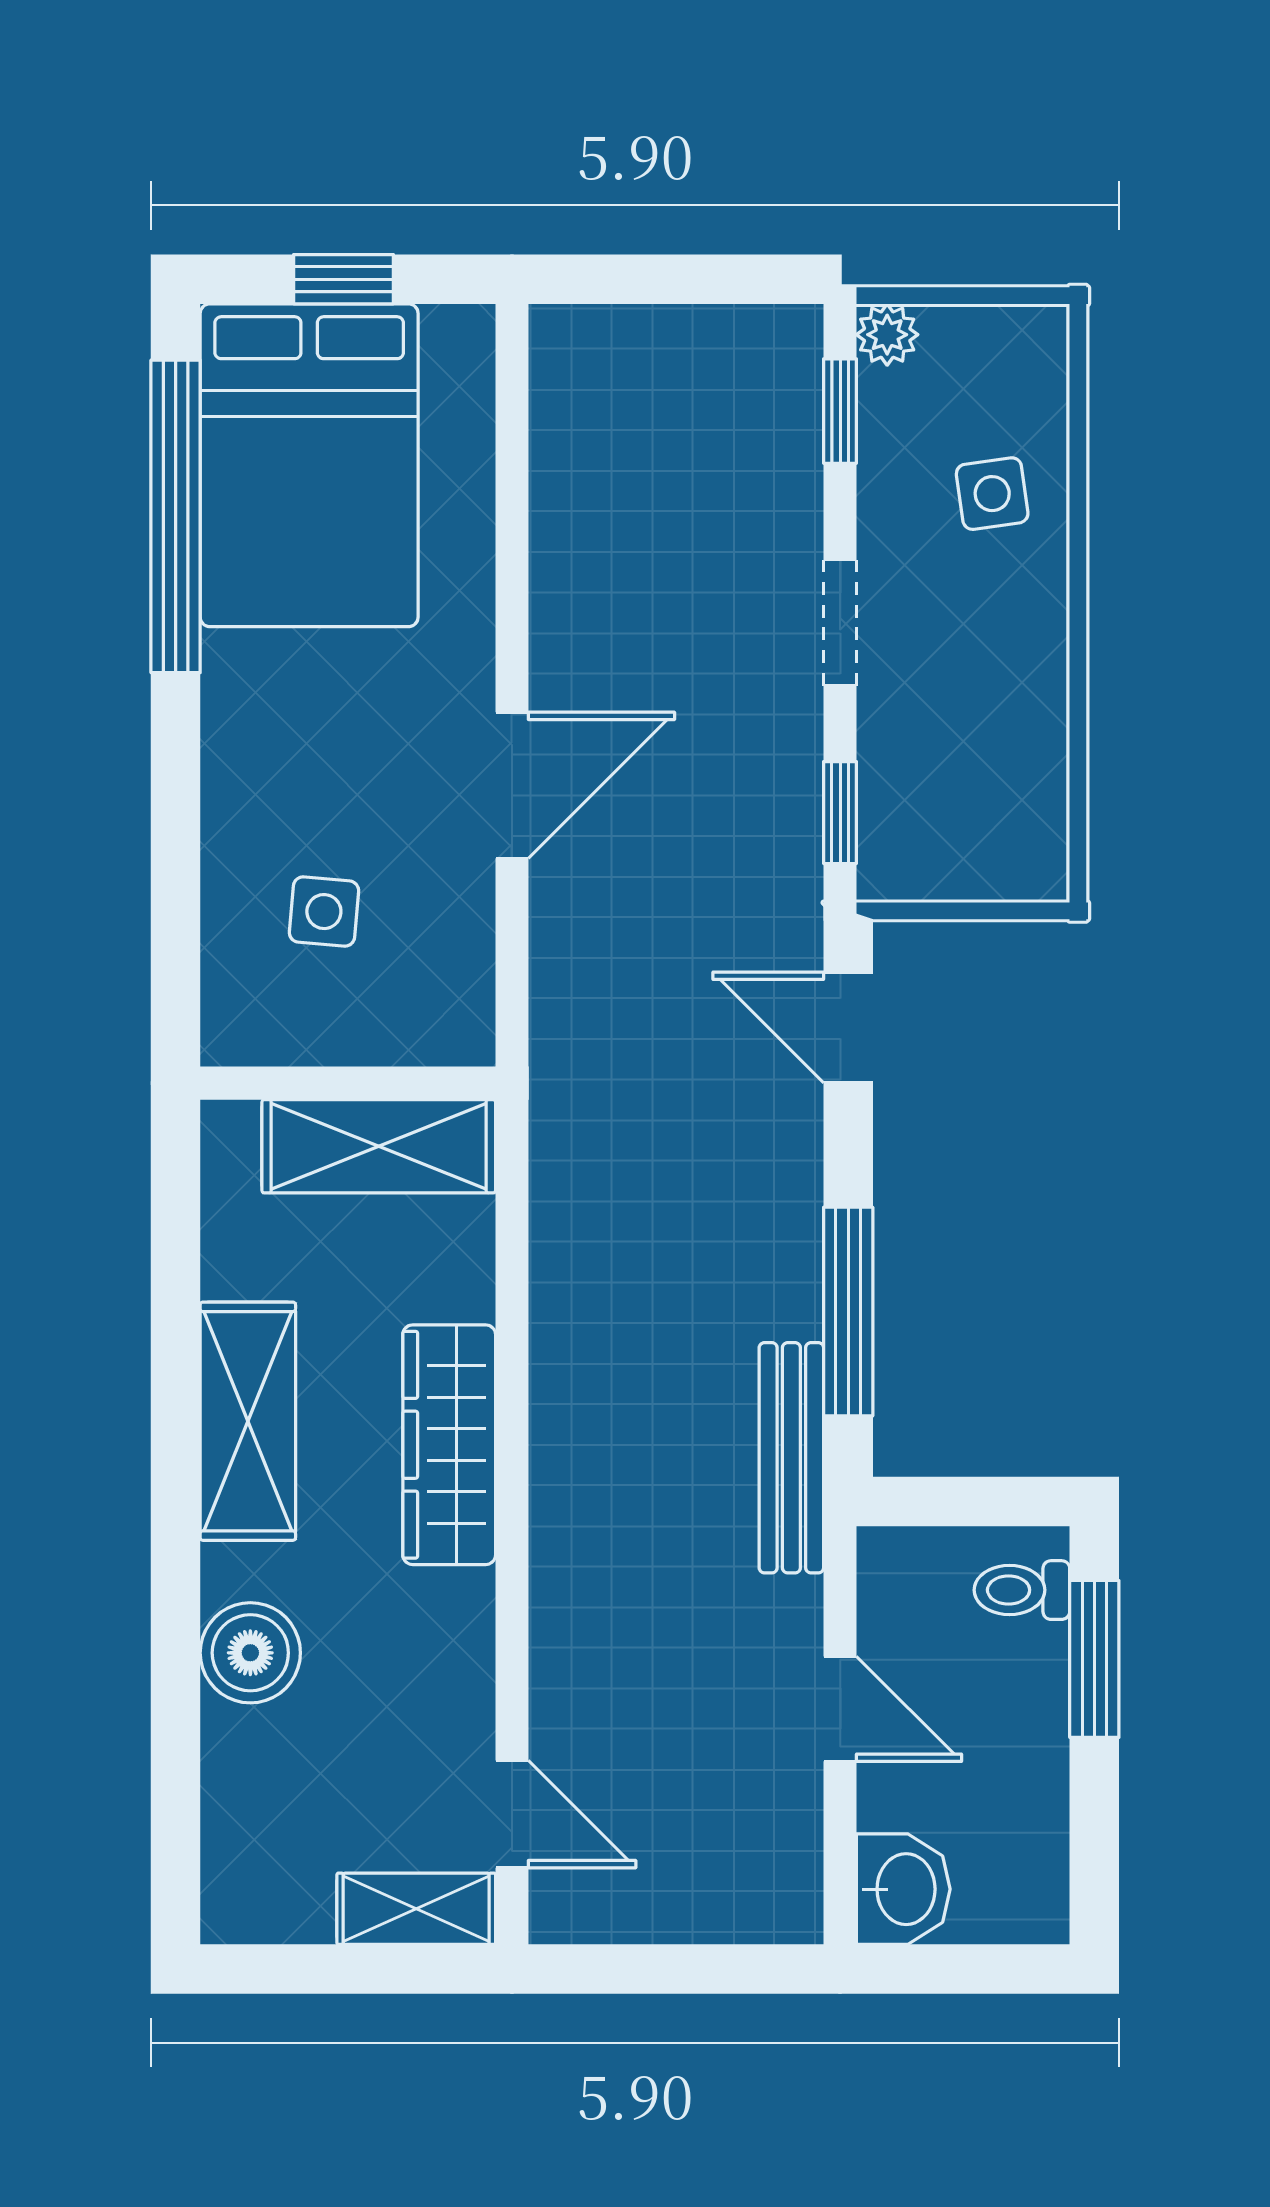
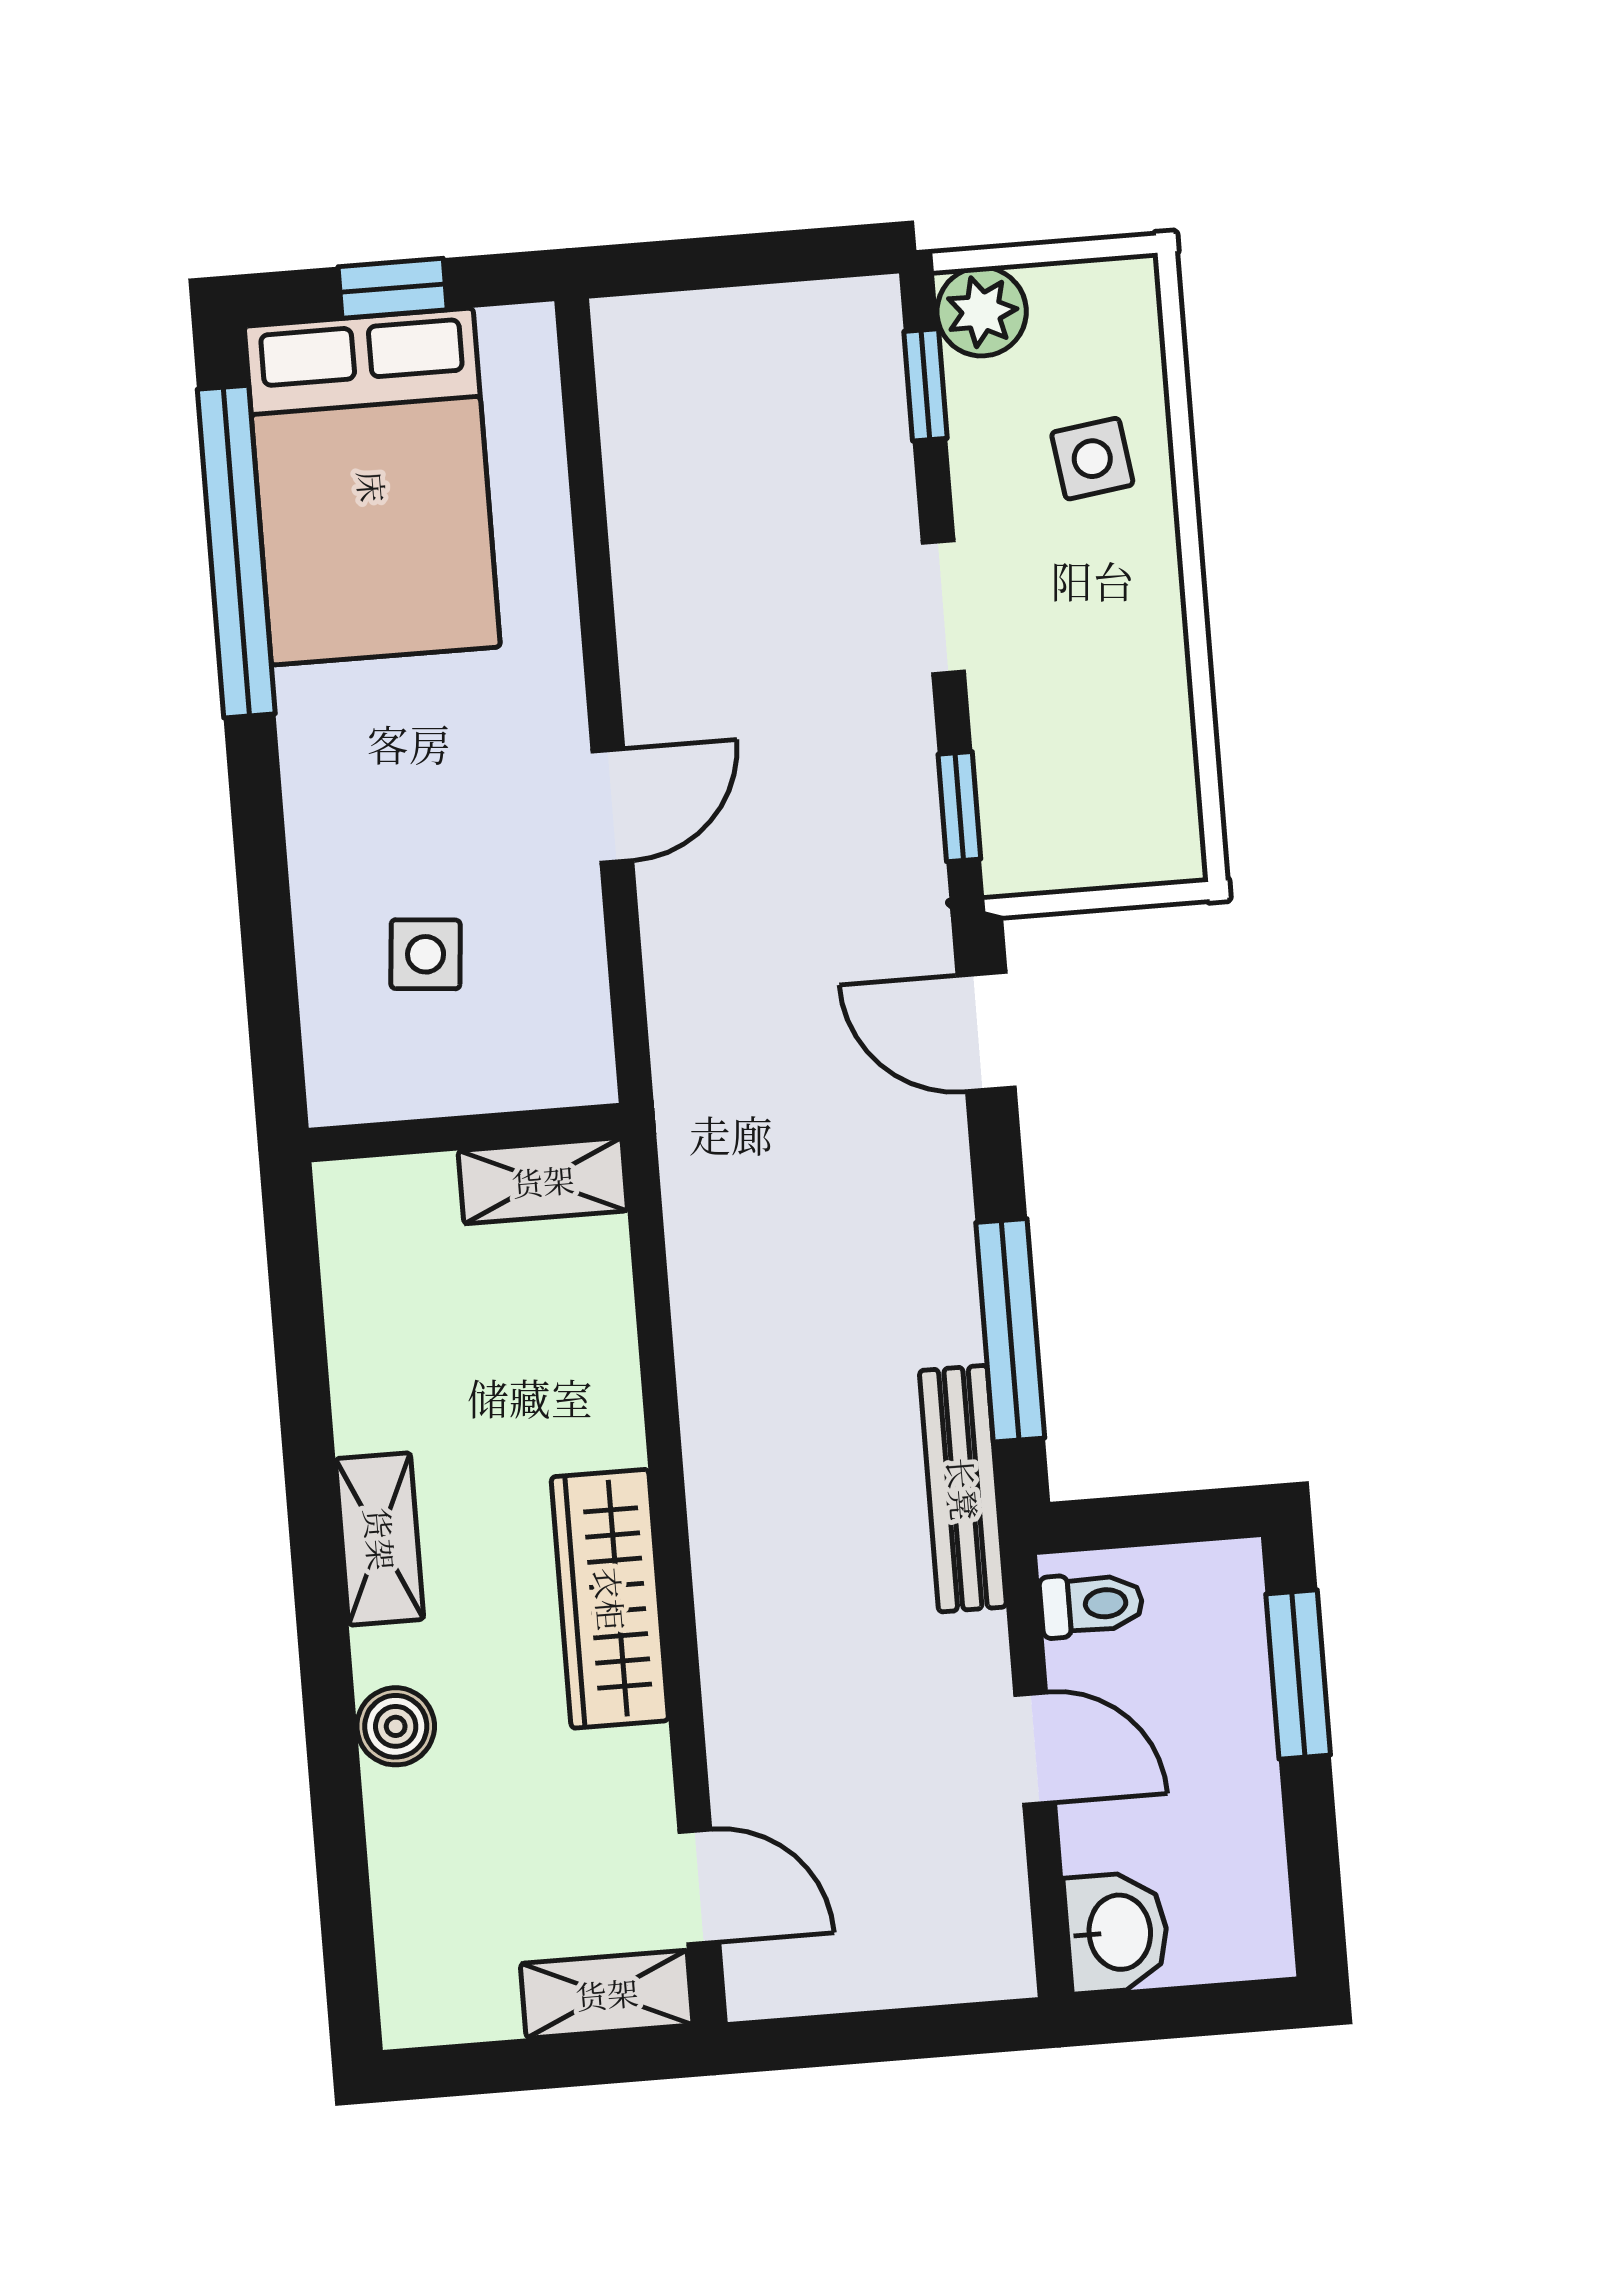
plant: (887, 335) -> (982, 312), width x1.38, depth x1.38
door: (512, 785) -> (612, 806), width x0.73
shelving: (379, 1146) -> (543, 1181), width x0.67, depth x0.75
shelving: (248, 1421) -> (380, 1539), width x0.67, depth x0.75
wardrobe: (449, 1445) -> (610, 1599), moved
toilet: (1022, 1590) -> (1092, 1604), moved, turned 180
boiler: (250, 1653) -> (396, 1726), width x0.73, depth x0.73

